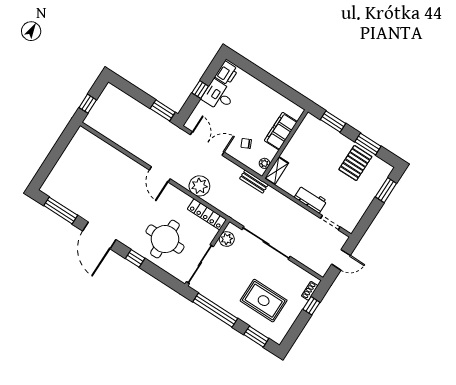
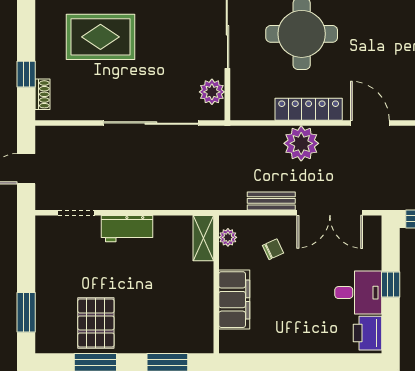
bench: (254, 182) -> (271, 201), moved
locker: (207, 214) -> (309, 109), moved

